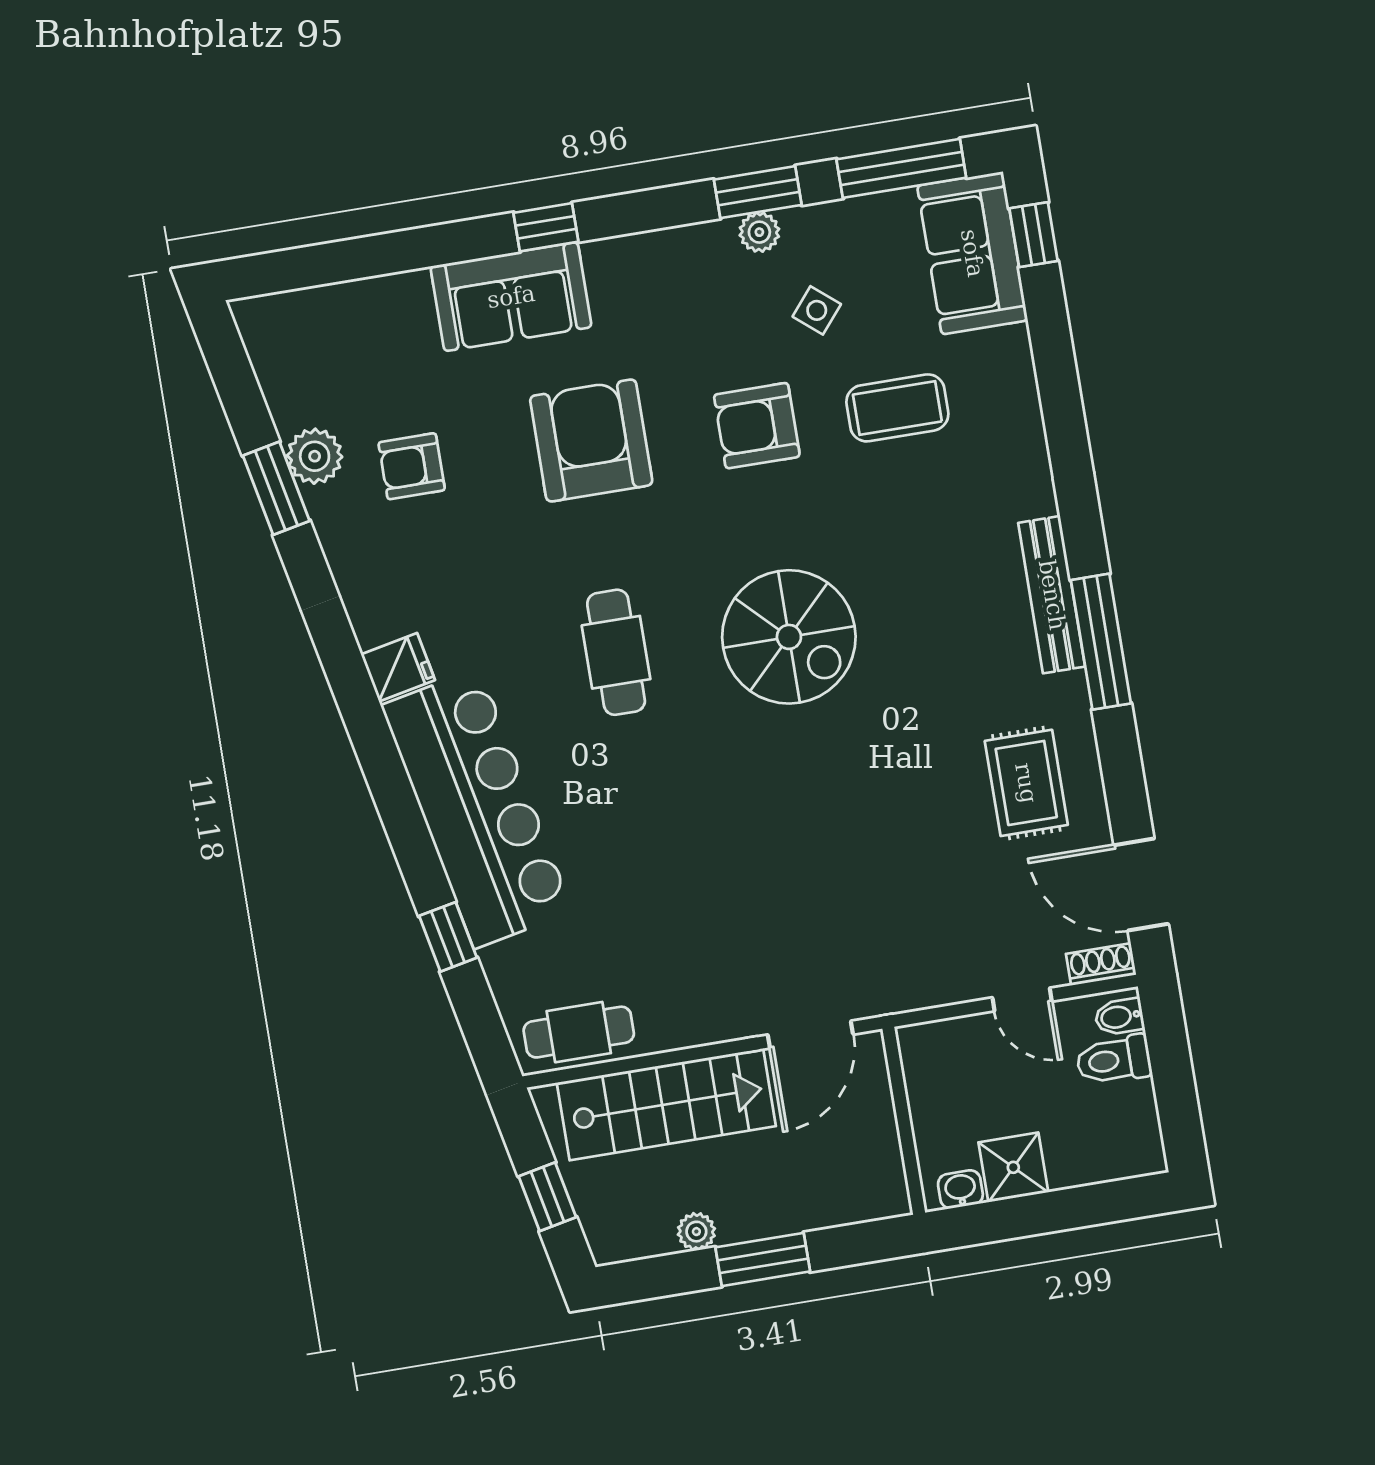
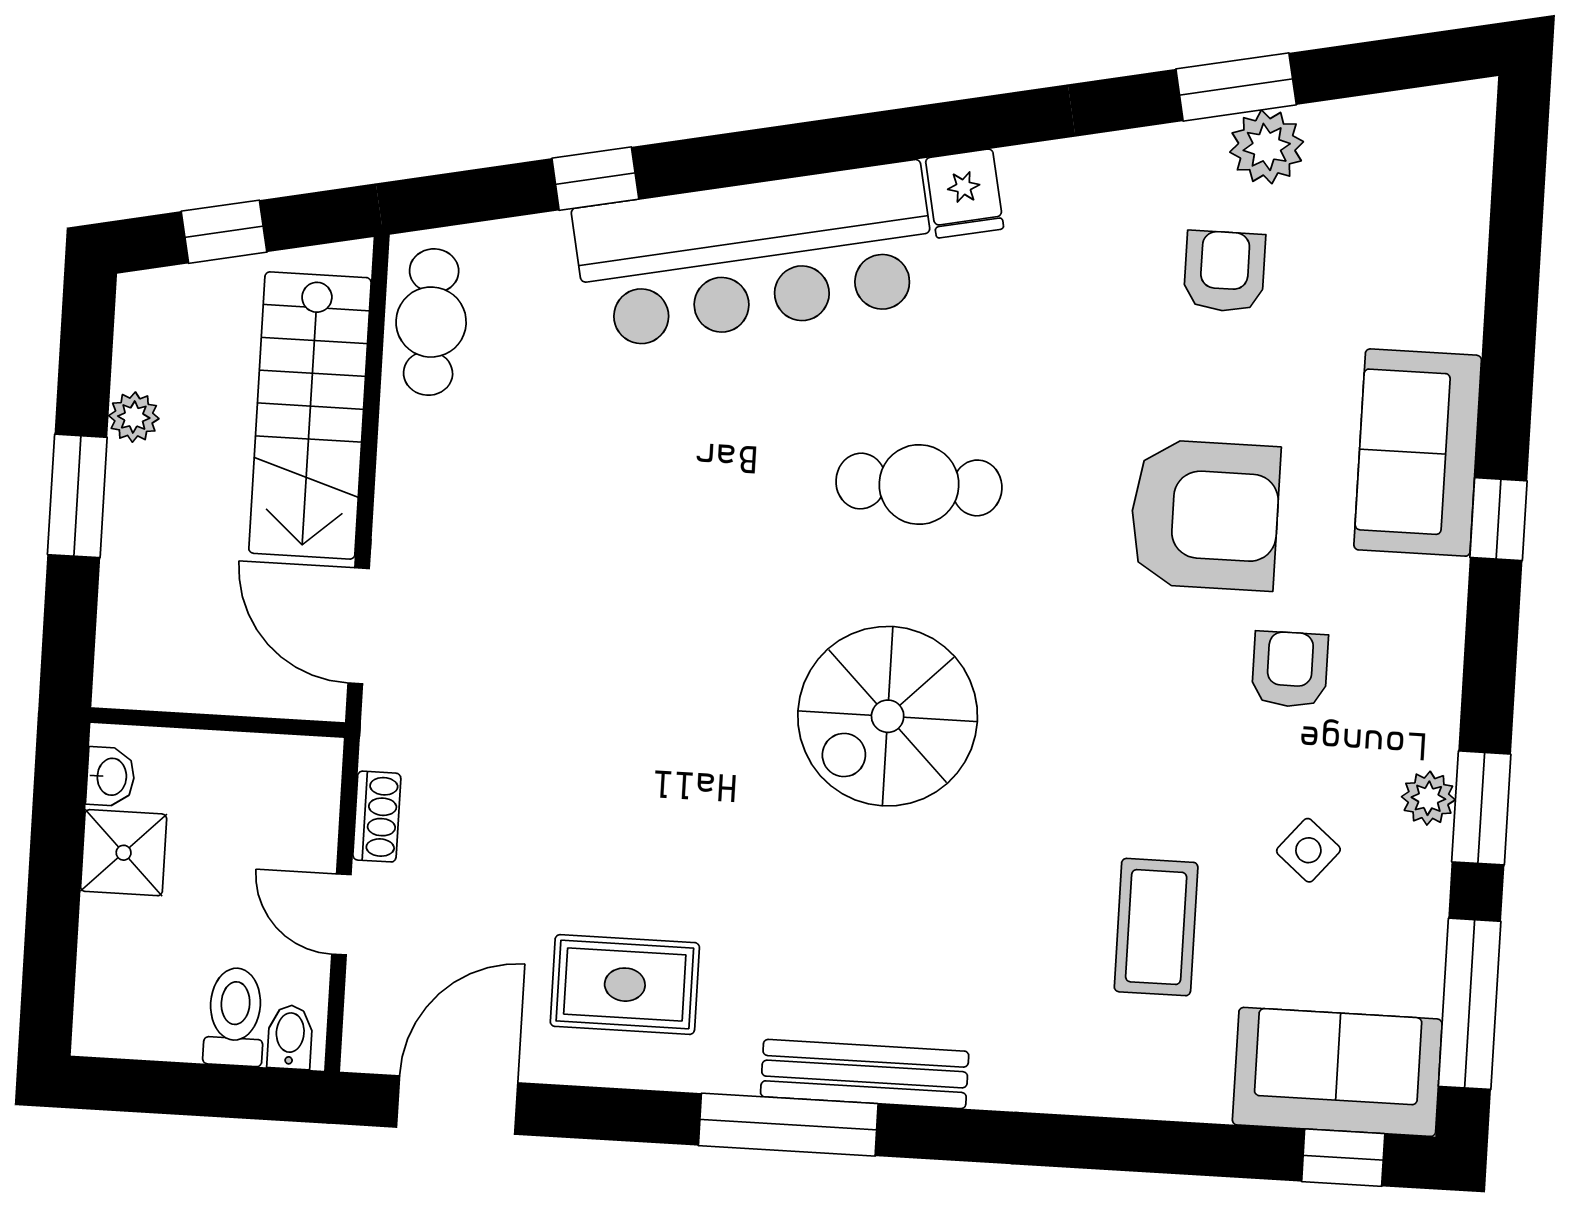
armchair: (757, 426) -> (1290, 669), moved, width x0.72, depth x0.72
shoe rack: (1101, 964) -> (377, 817), moved
door: (1022, 1000) -> (341, 914), hinge flipped

